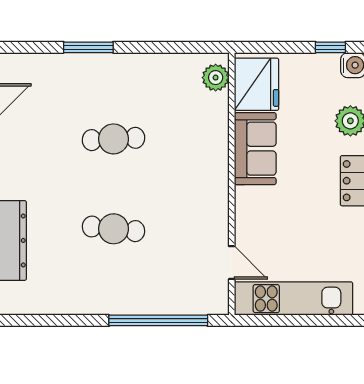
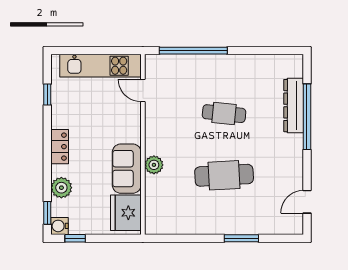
plant: (216, 78) -> (154, 165), moved
cafe table: (113, 139) -> (224, 175), width x1.37, depth x1.35

